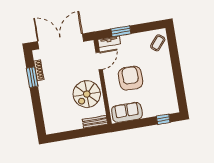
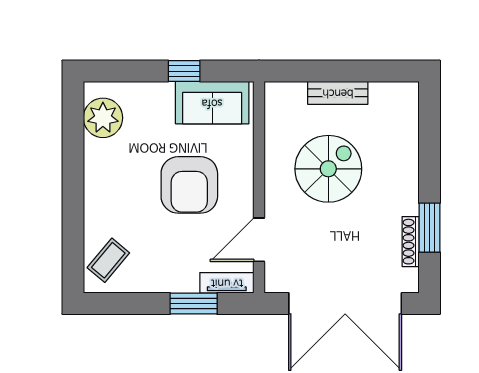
spiral stairs: (87, 94) -> (328, 169), moved
plant: (169, 99) -> (103, 118), added
window: (163, 119) -> (184, 71), moved
bench: (95, 122) -> (338, 93), moved

